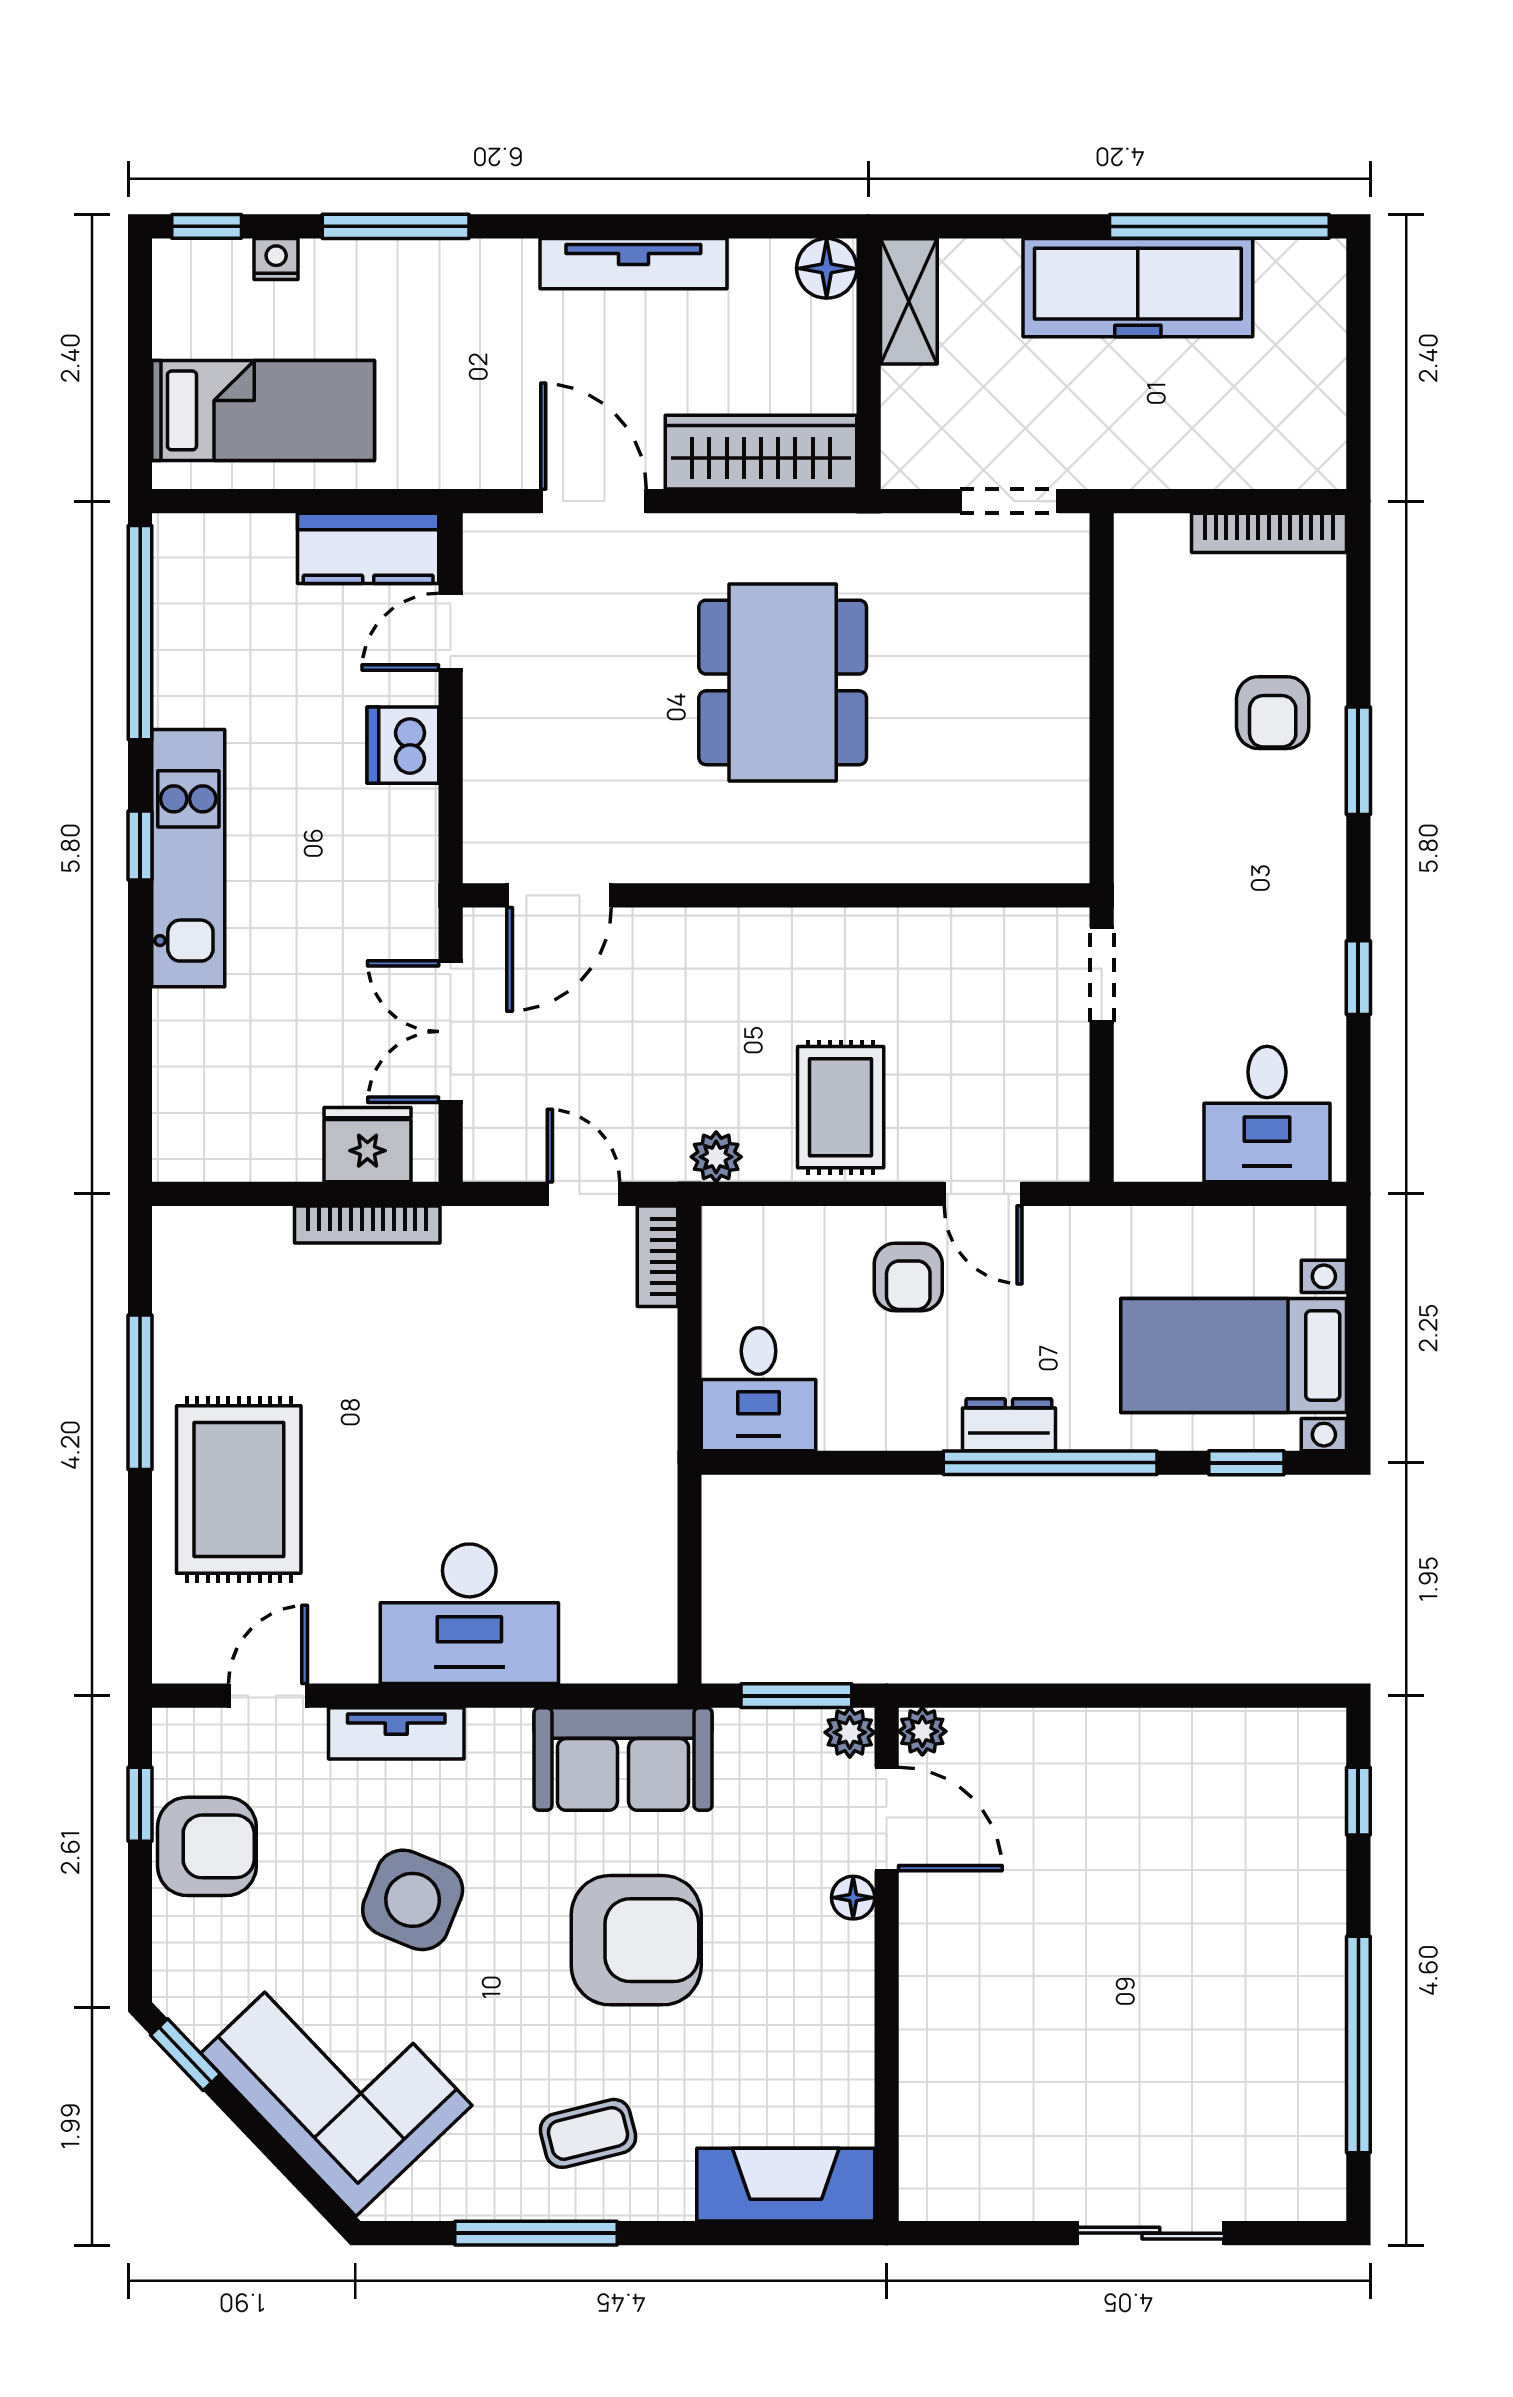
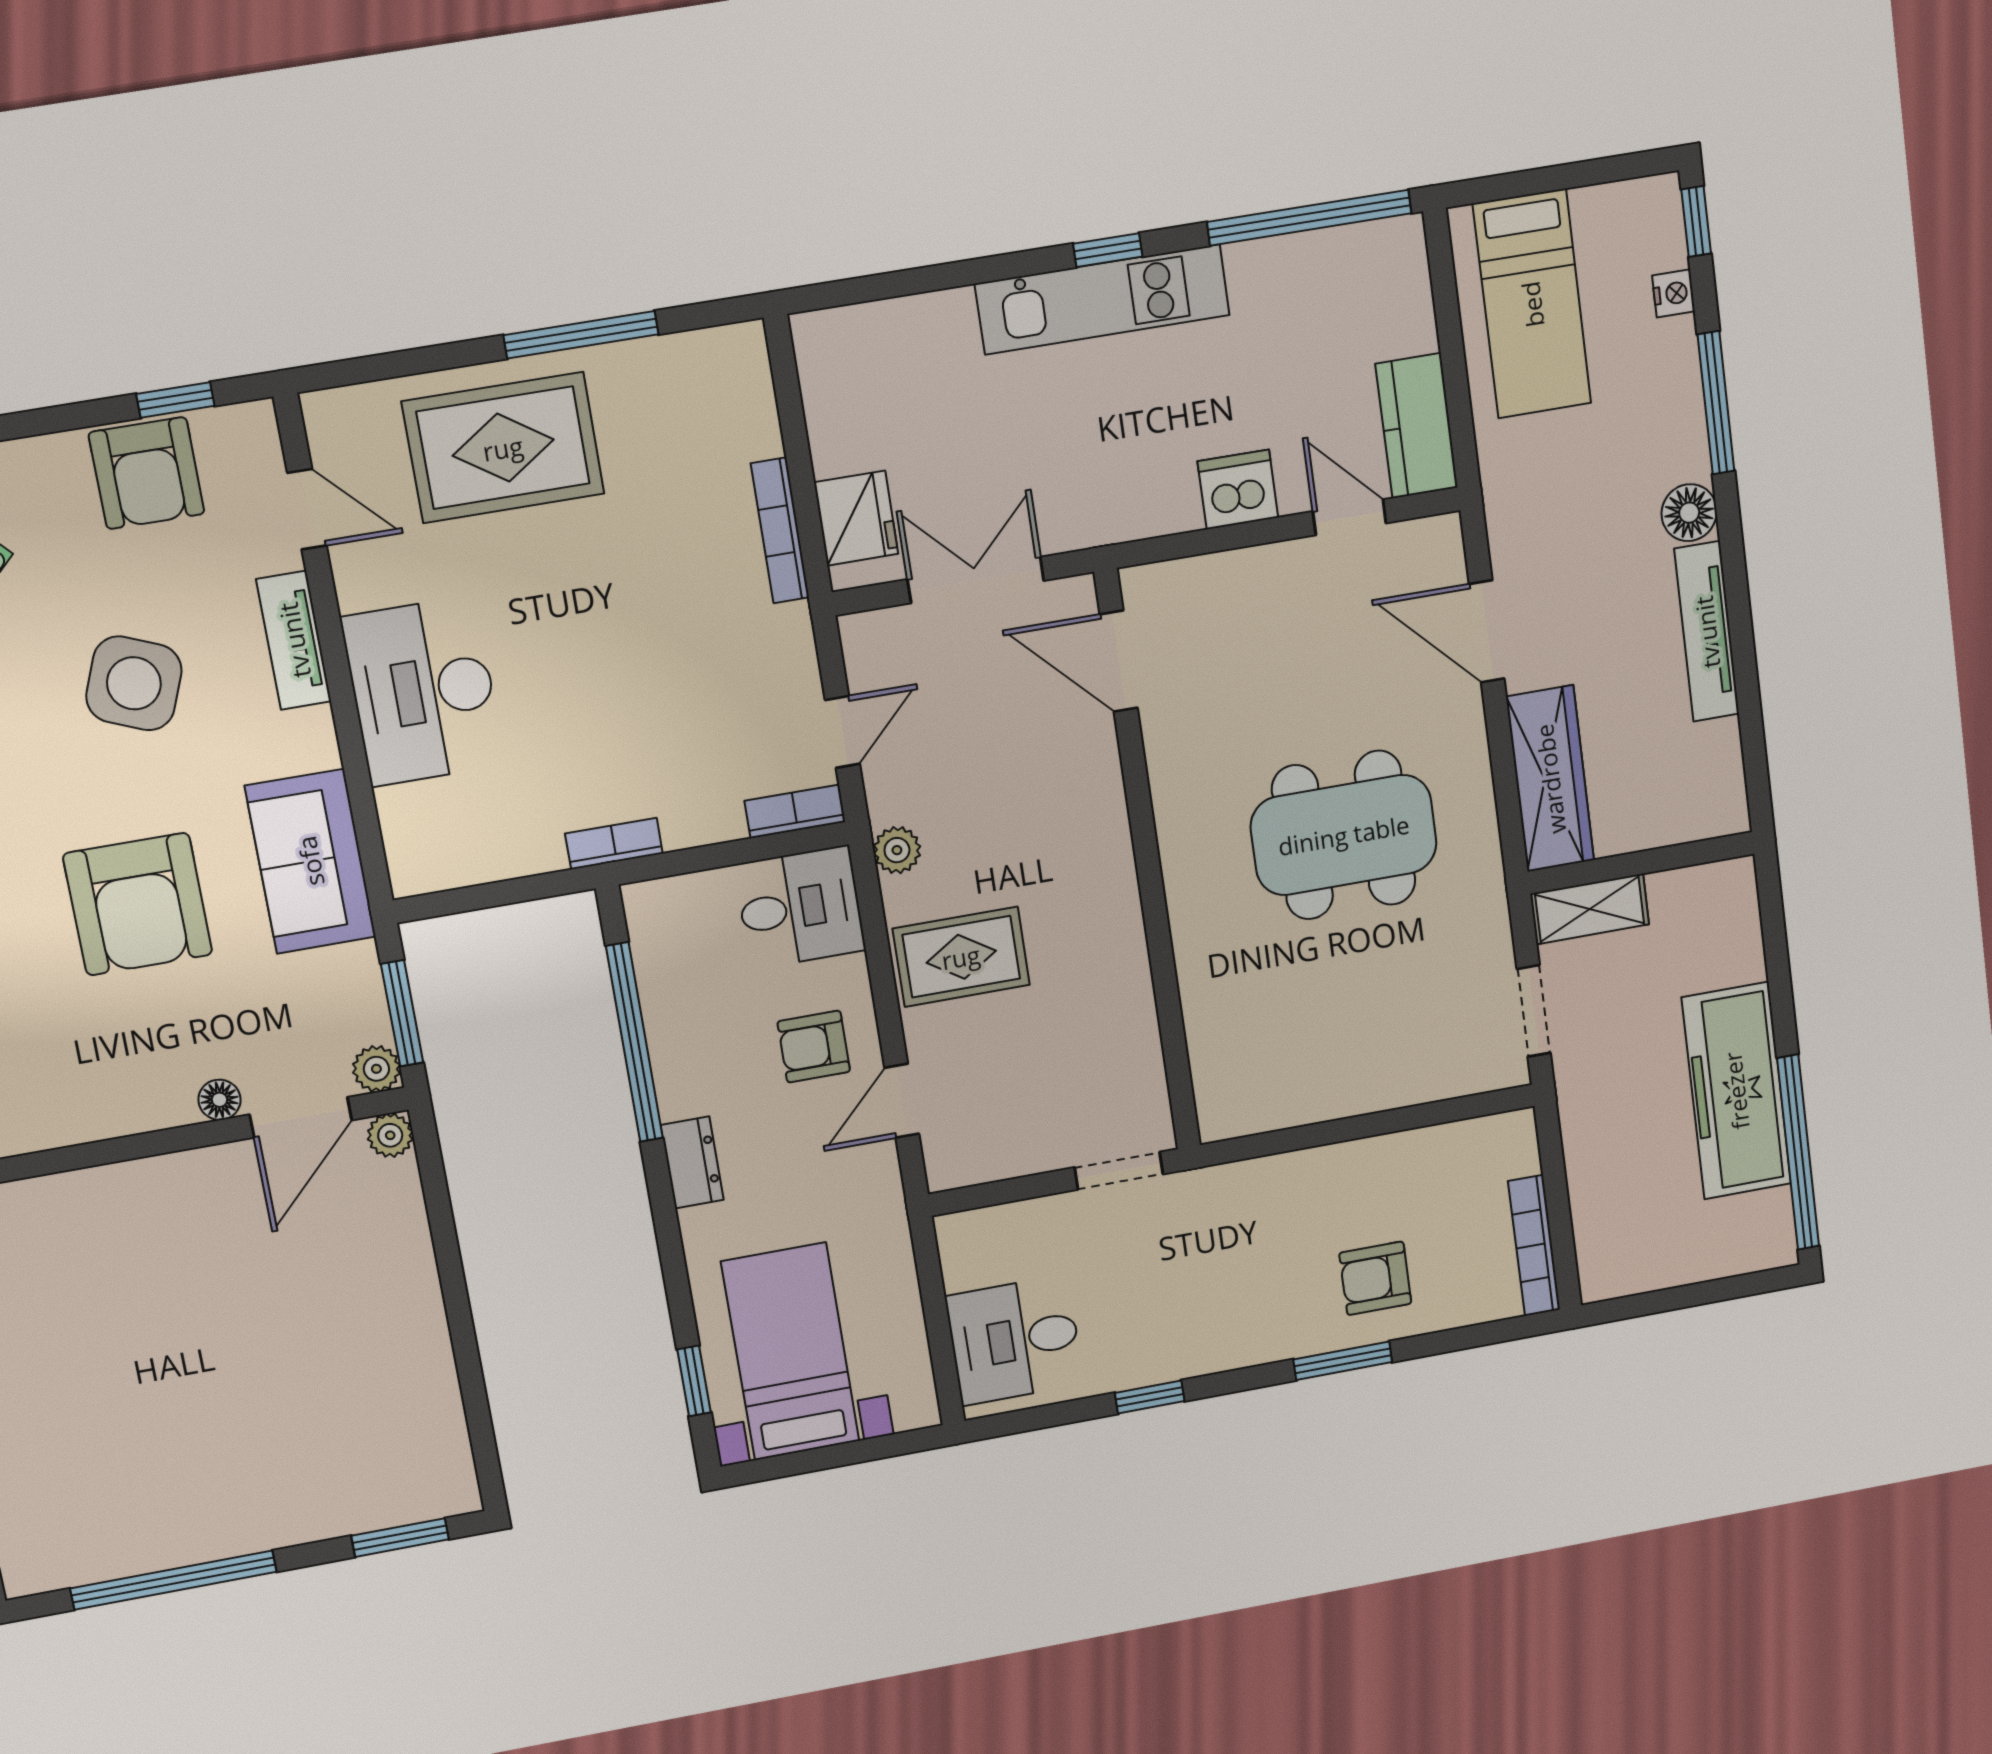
floor lamp: (827, 268) -> (1689, 513), moved
shelving: (909, 301) -> (1590, 909), moved
door: (594, 501) -> (1487, 631), swing flipped
desk: (759, 1389) -> (800, 907), moved, turned 180
bookcase: (658, 1448) -> (614, 844), added
window: (1050, 1463) -> (635, 1042), moved
window: (1358, 1801) -> (400, 1538), width x1.50

